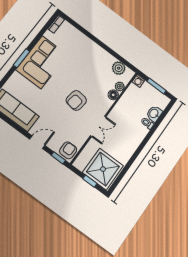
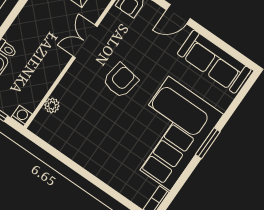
corner sofa: (42, 62) -> (169, 133), width x1.36, depth x1.36
plant: (119, 68) -> (54, 135), removed
floor lamp: (113, 95) -> (62, 92), removed

